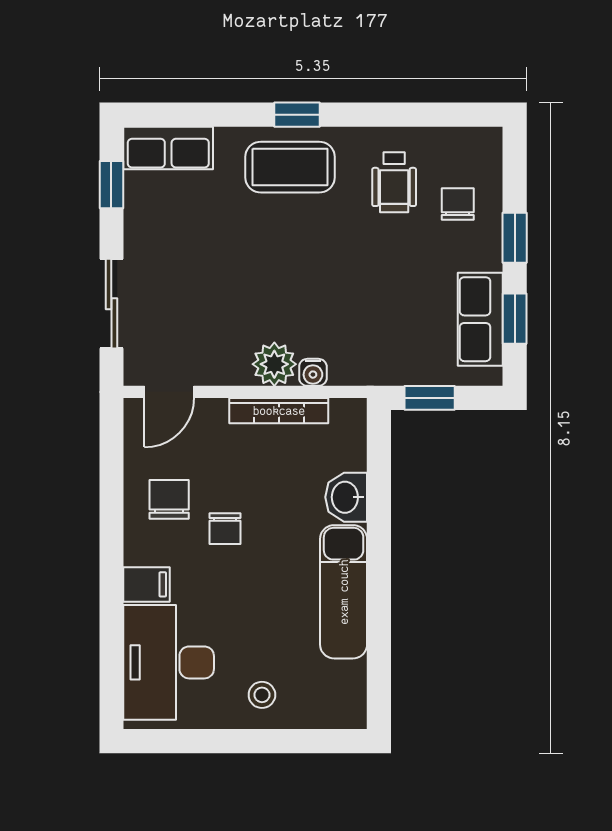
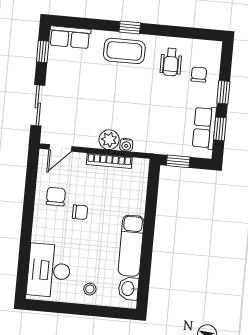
washbasin: (346, 497) -> (128, 289), moved
chair: (225, 529) -> (80, 212), turned -90
filing cabinet: (147, 584) -> (42, 234), removed

